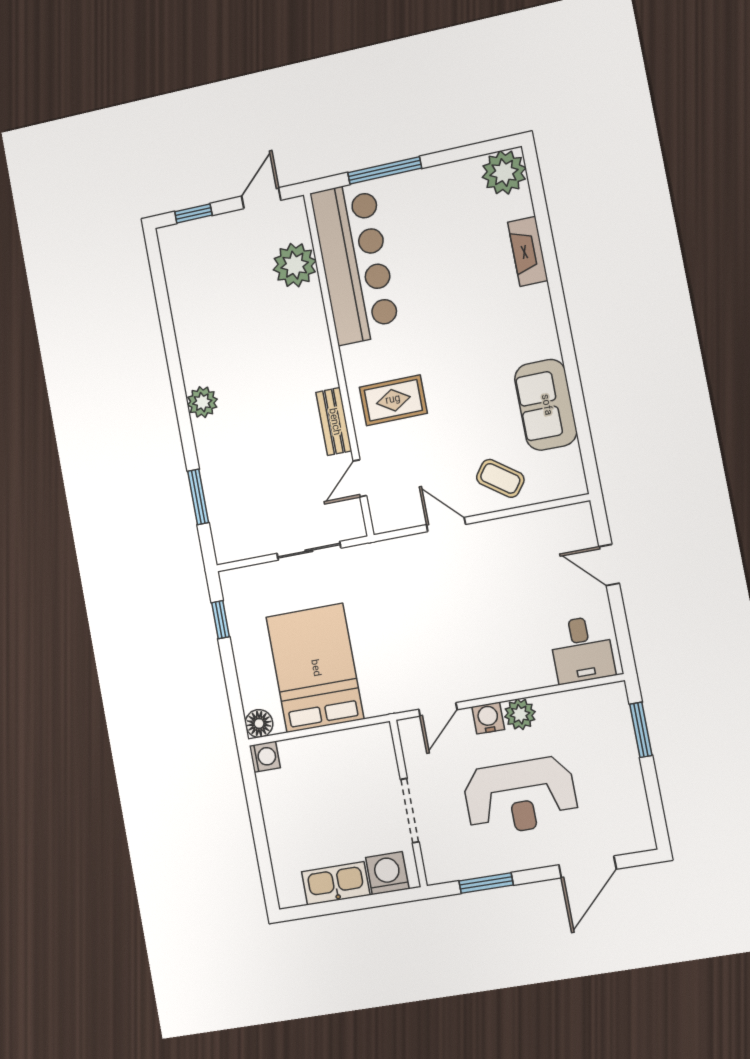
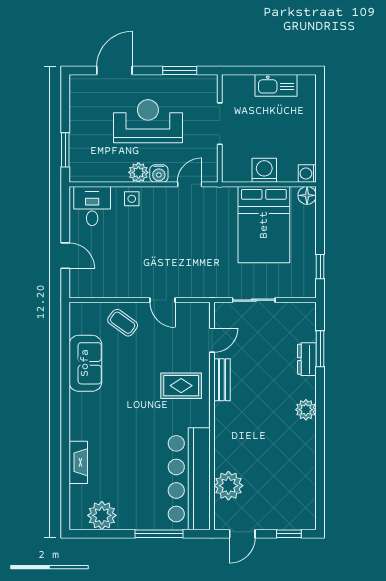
plant: (504, 172) -> (102, 515), moved
dresser: (214, 478) -> (307, 359), added
side table: (523, 672) -> (132, 199), added
washing machine: (387, 873) -> (264, 170), moved, turned 180

